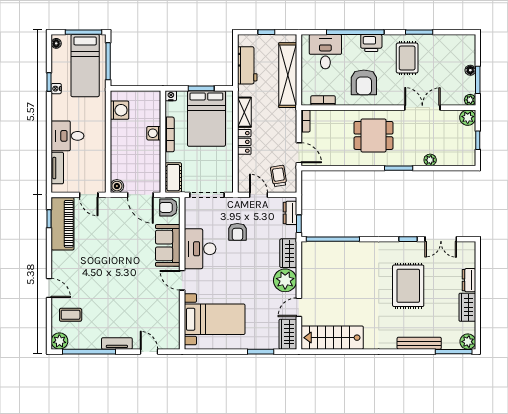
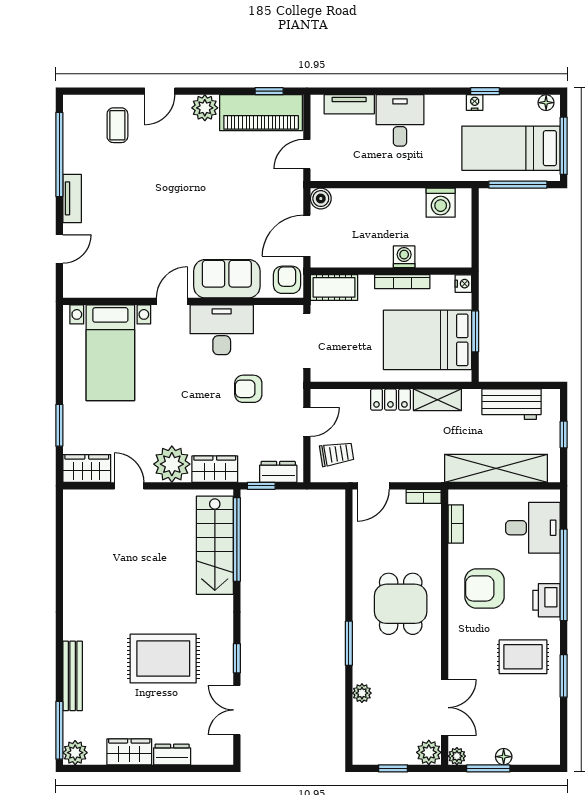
double door: (422, 108) -> (445, 708), moved
stairs: (332, 338) -> (215, 545), moved, turned 180
plant: (59, 341) -> (205, 108), moved

